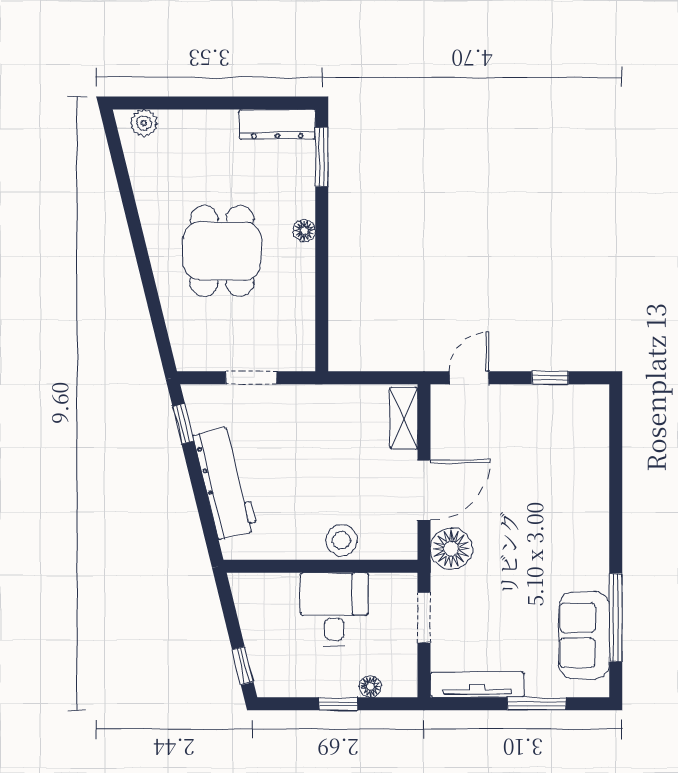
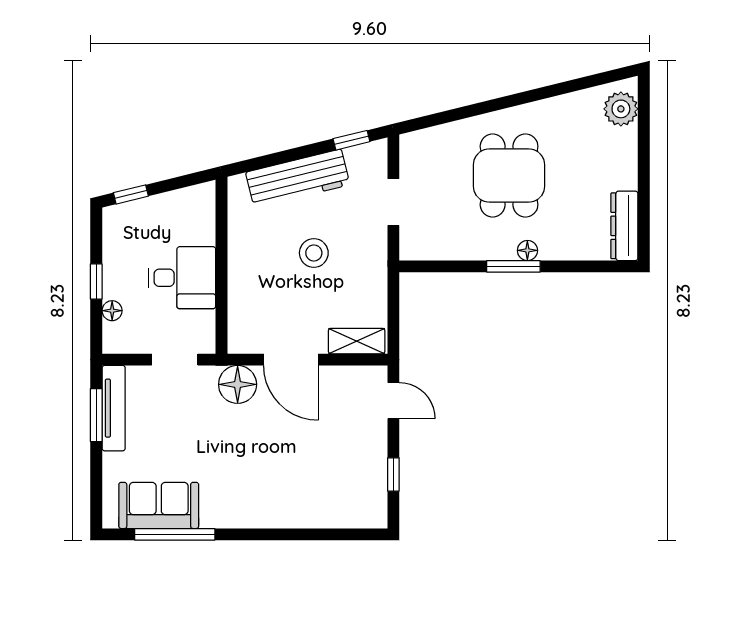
plant: (144, 123) -> (621, 109), width x1.38, depth x1.38
window: (322, 157) -> (513, 266), moved
dining table: (222, 251) -> (509, 176), turned 90
stool: (341, 540) -> (314, 253), moved
window: (537, 704) -> (96, 415), moved

